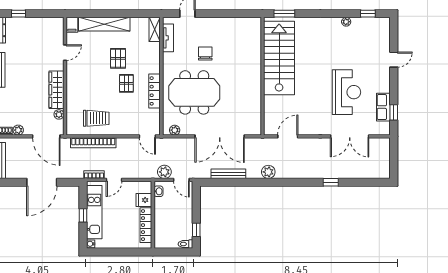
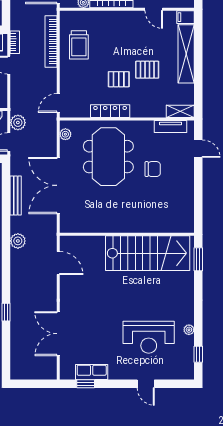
reception desk: (346, 92) -> (149, 337), moved

